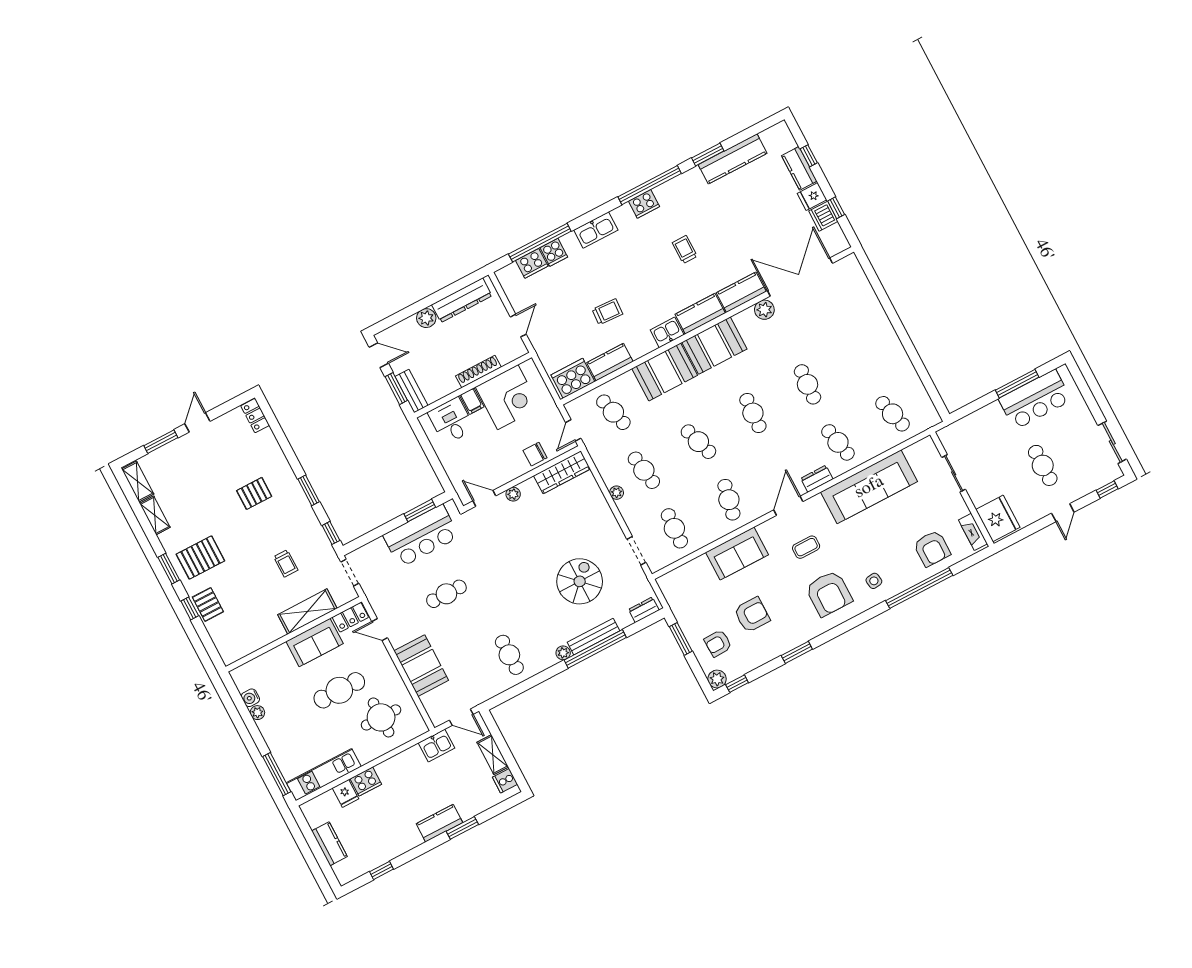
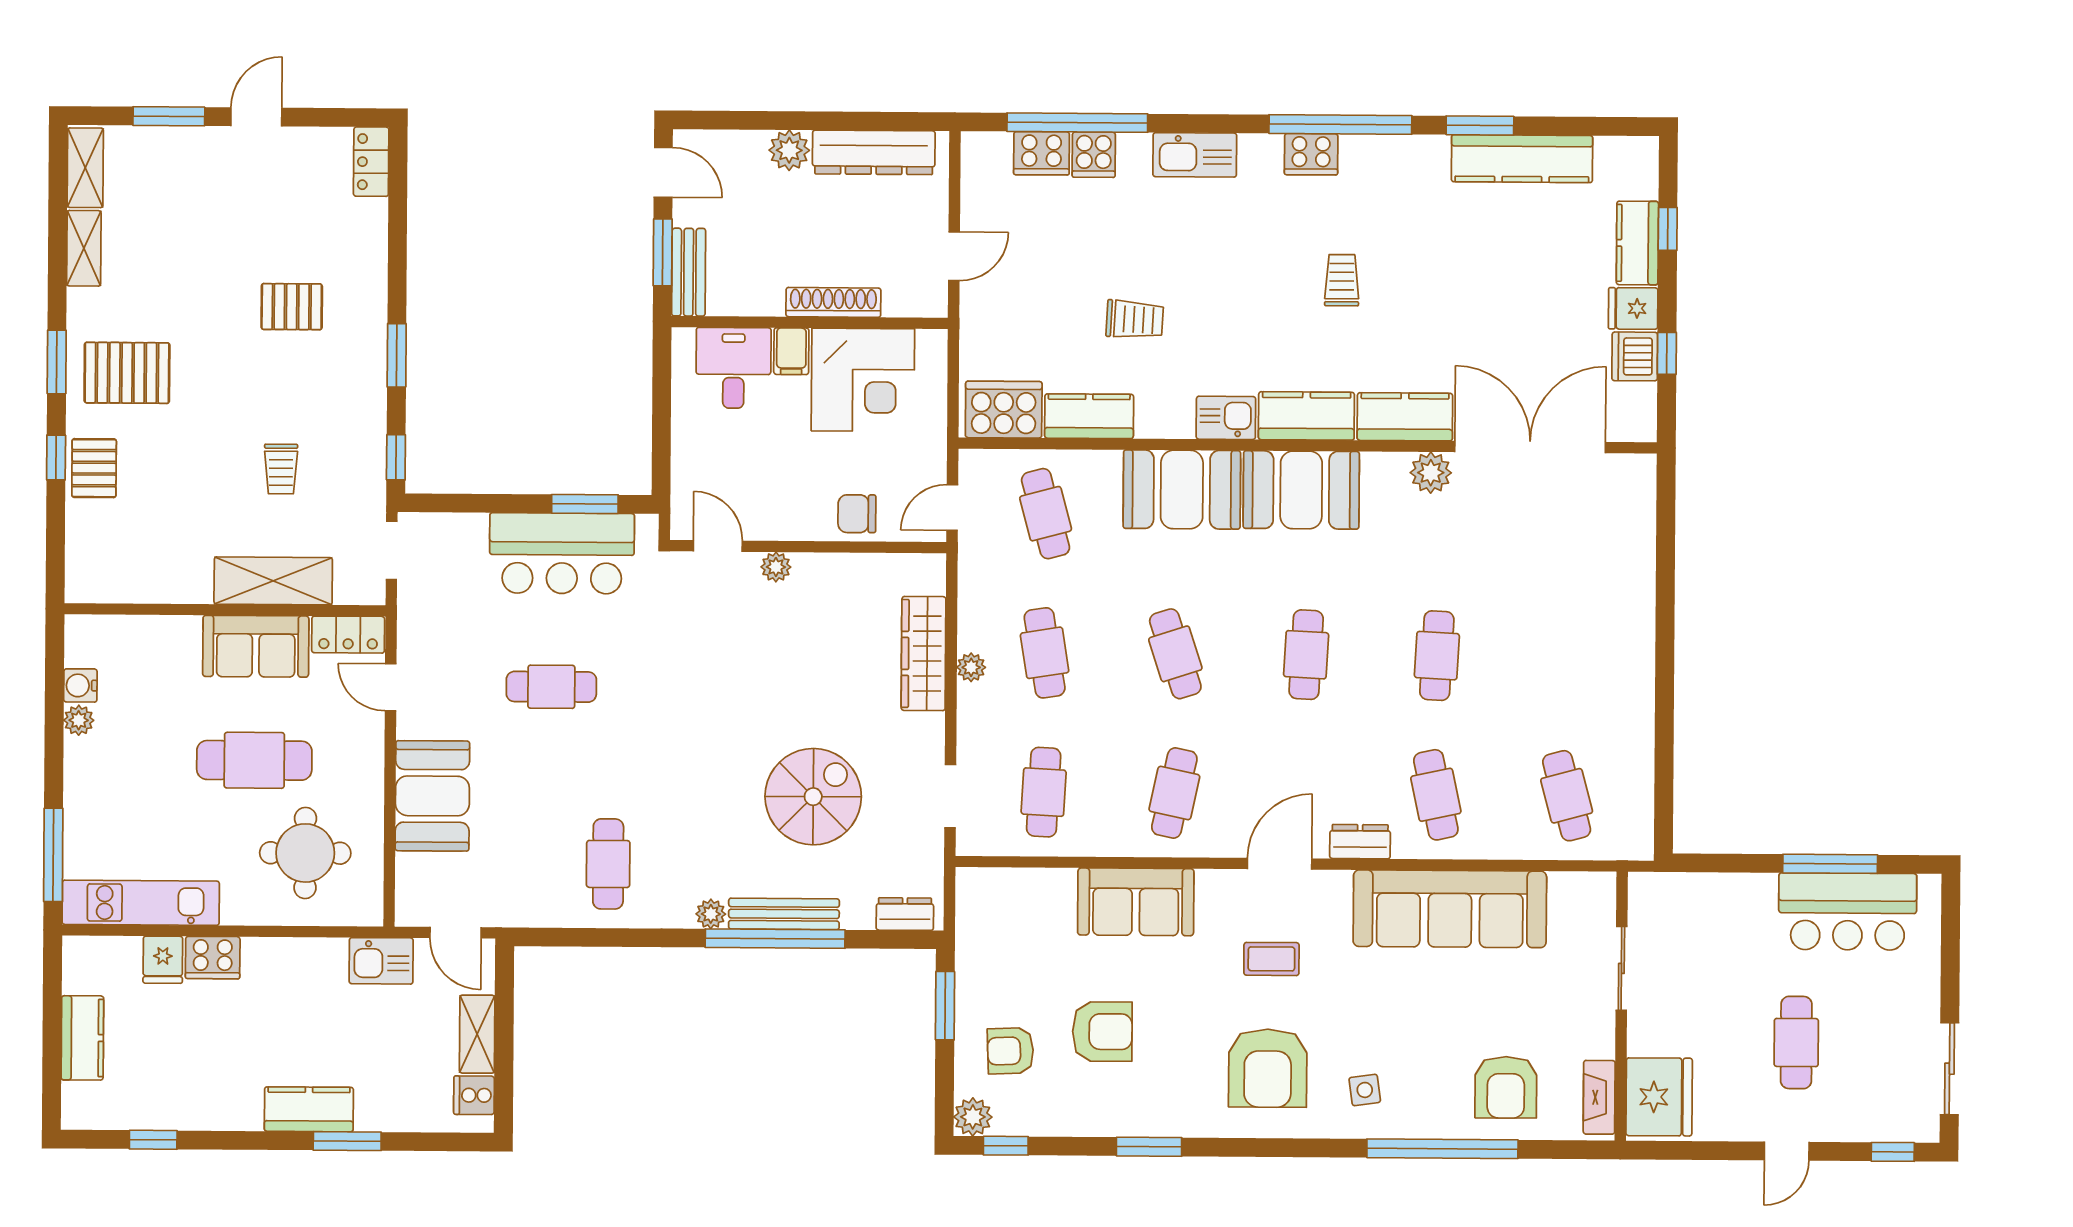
wardrobe: (562, 472) -> (924, 654), moved, turned 90

